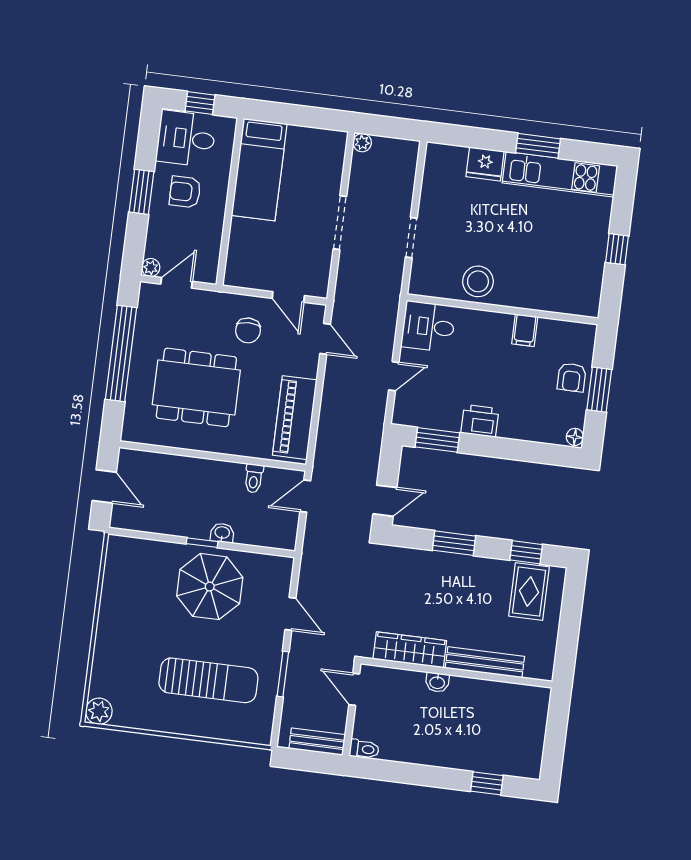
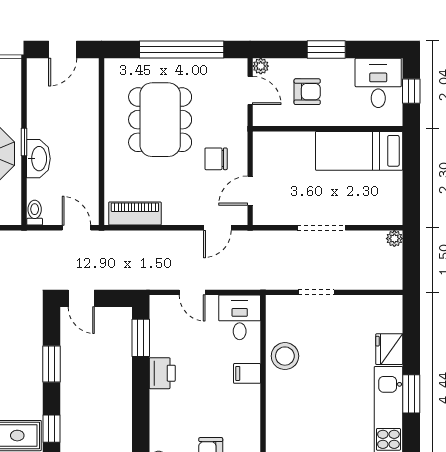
armchair: (185, 192) -> (307, 92), moved, turned 90
filing cabinet: (525, 330) -> (247, 373), moved
piano: (295, 418) -> (135, 213), width x0.73, depth x0.75
toilet: (254, 478) -> (35, 213), moved, turned 90
washbasin: (222, 533) -> (38, 159), width x1.91, depth x1.45

